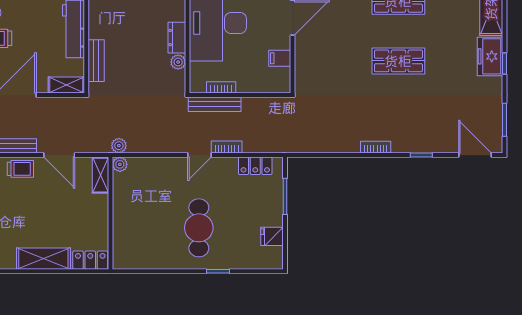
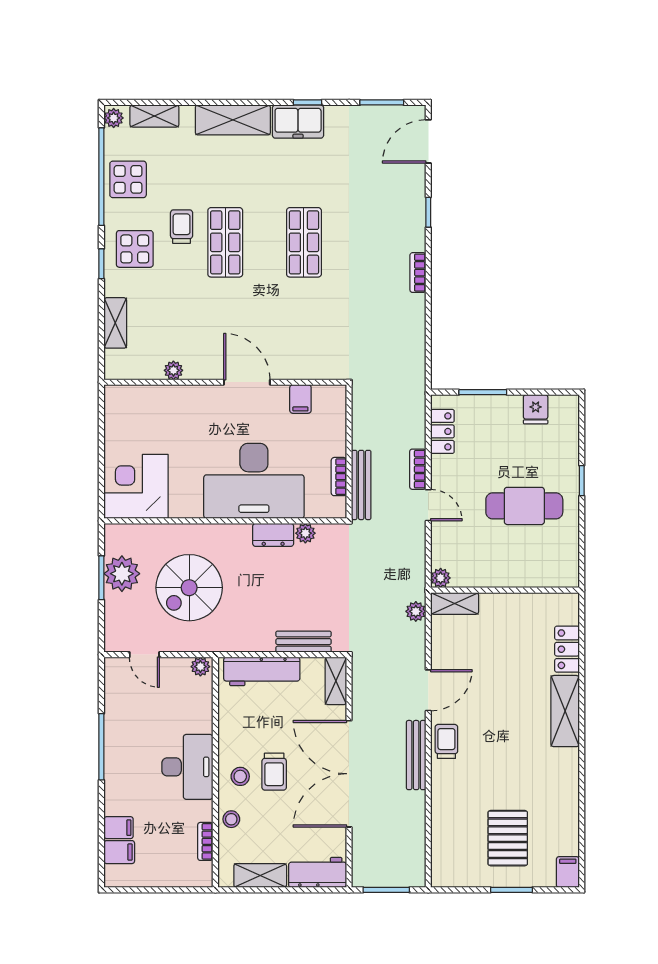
plant: (120, 164) -> (441, 578), moved
shelving: (101, 175) -> (455, 603), moved
wall: (111, 213) -> (505, 590), moved

